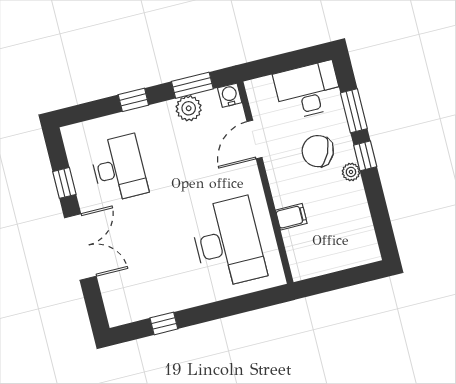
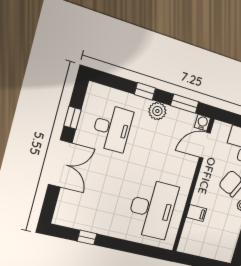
plant: (189, 108) -> (157, 111), moved
door: (254, 140) -> (205, 145), moved

